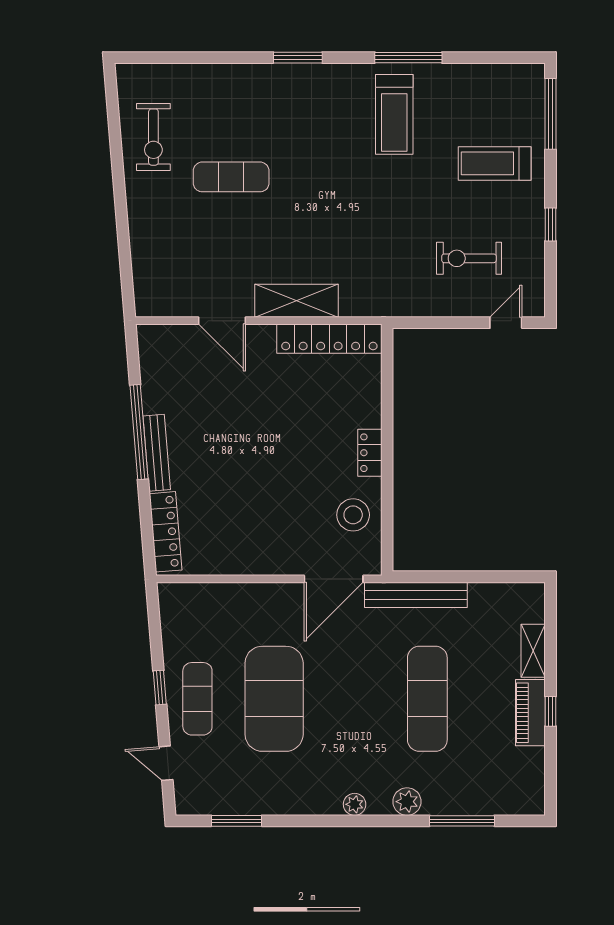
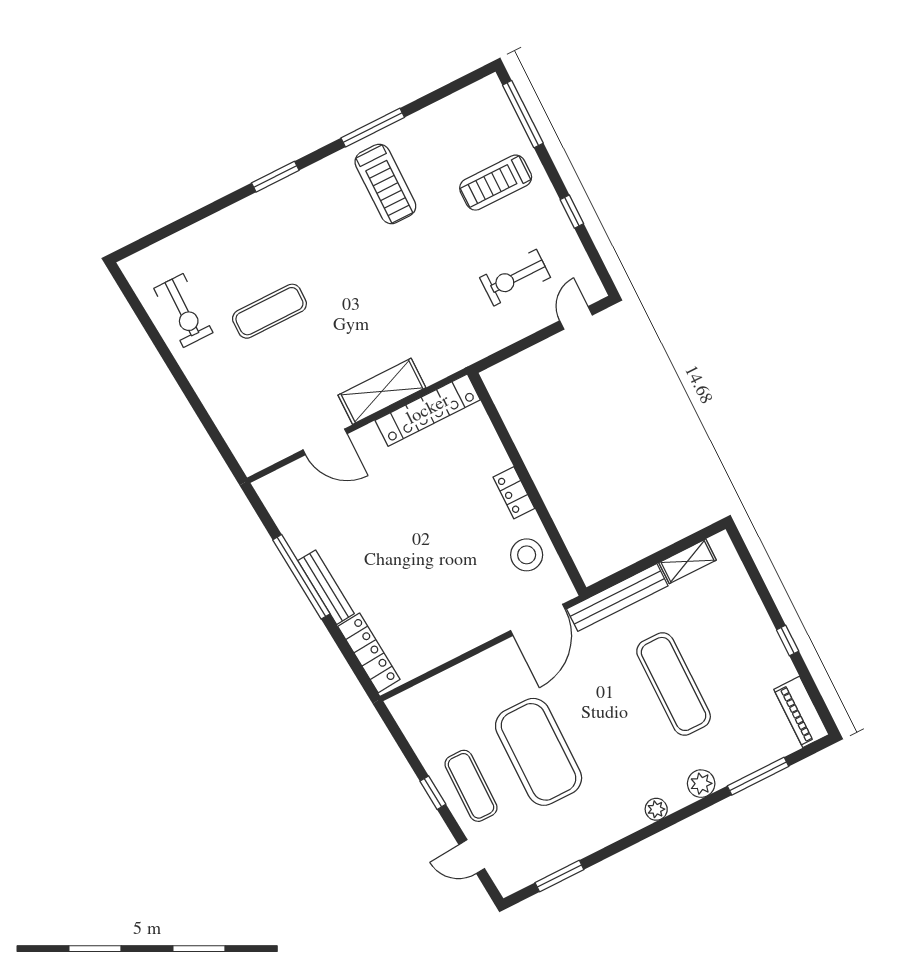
shelving: (533, 651) -> (688, 561), moved, turned 90
piano: (530, 713) -> (801, 712), moved

